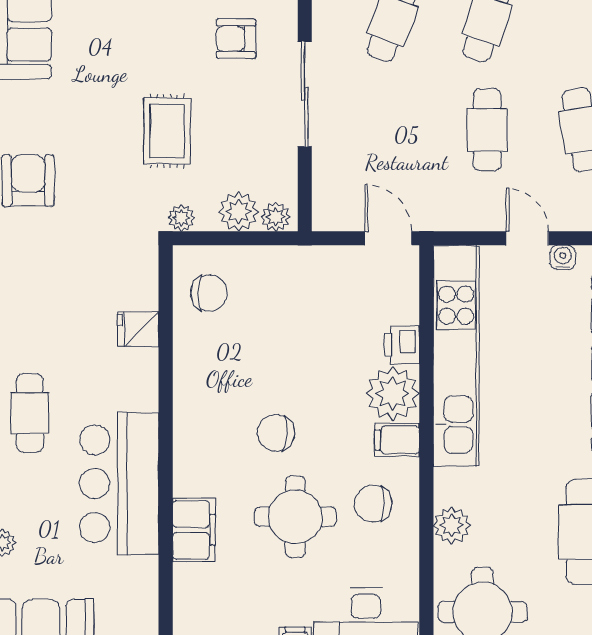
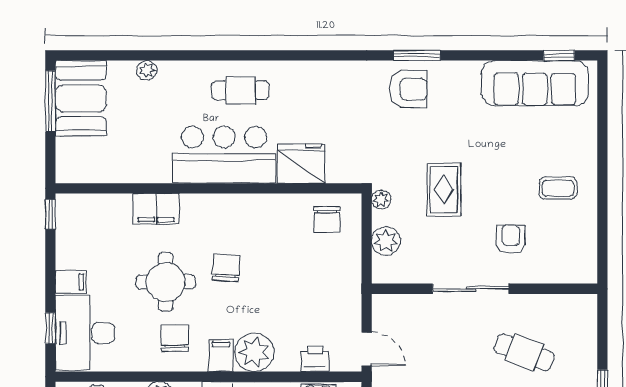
rug: (167, 131) -> (444, 189), turned 90
plant: (276, 217) -> (382, 268), removed
door: (388, 238) -> (367, 349), hinge flipped
fridge: (138, 329) -> (301, 163), width x1.88, depth x1.34
printer: (402, 345) -> (315, 359), moved
bar counter: (119, 484) -> (224, 155), moved

